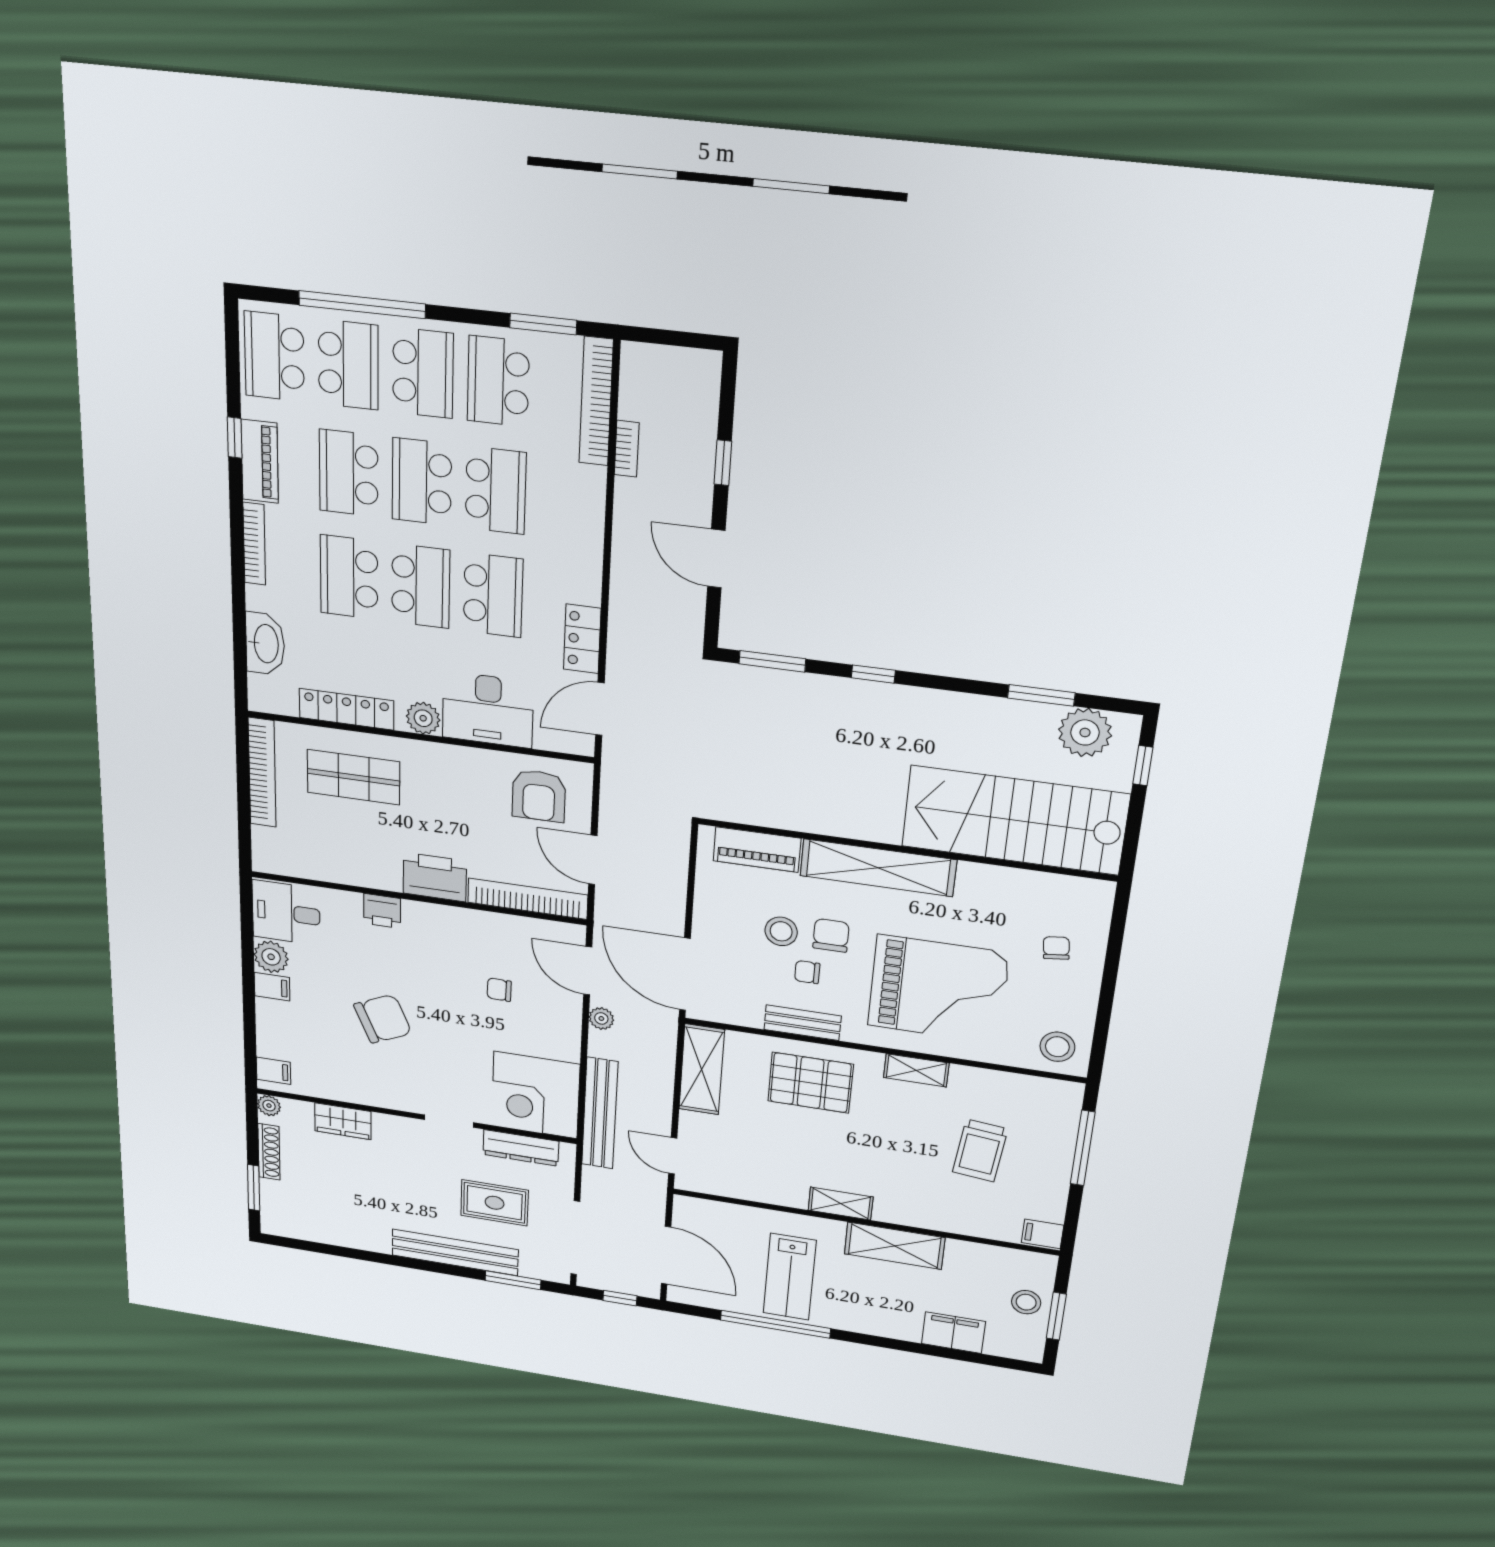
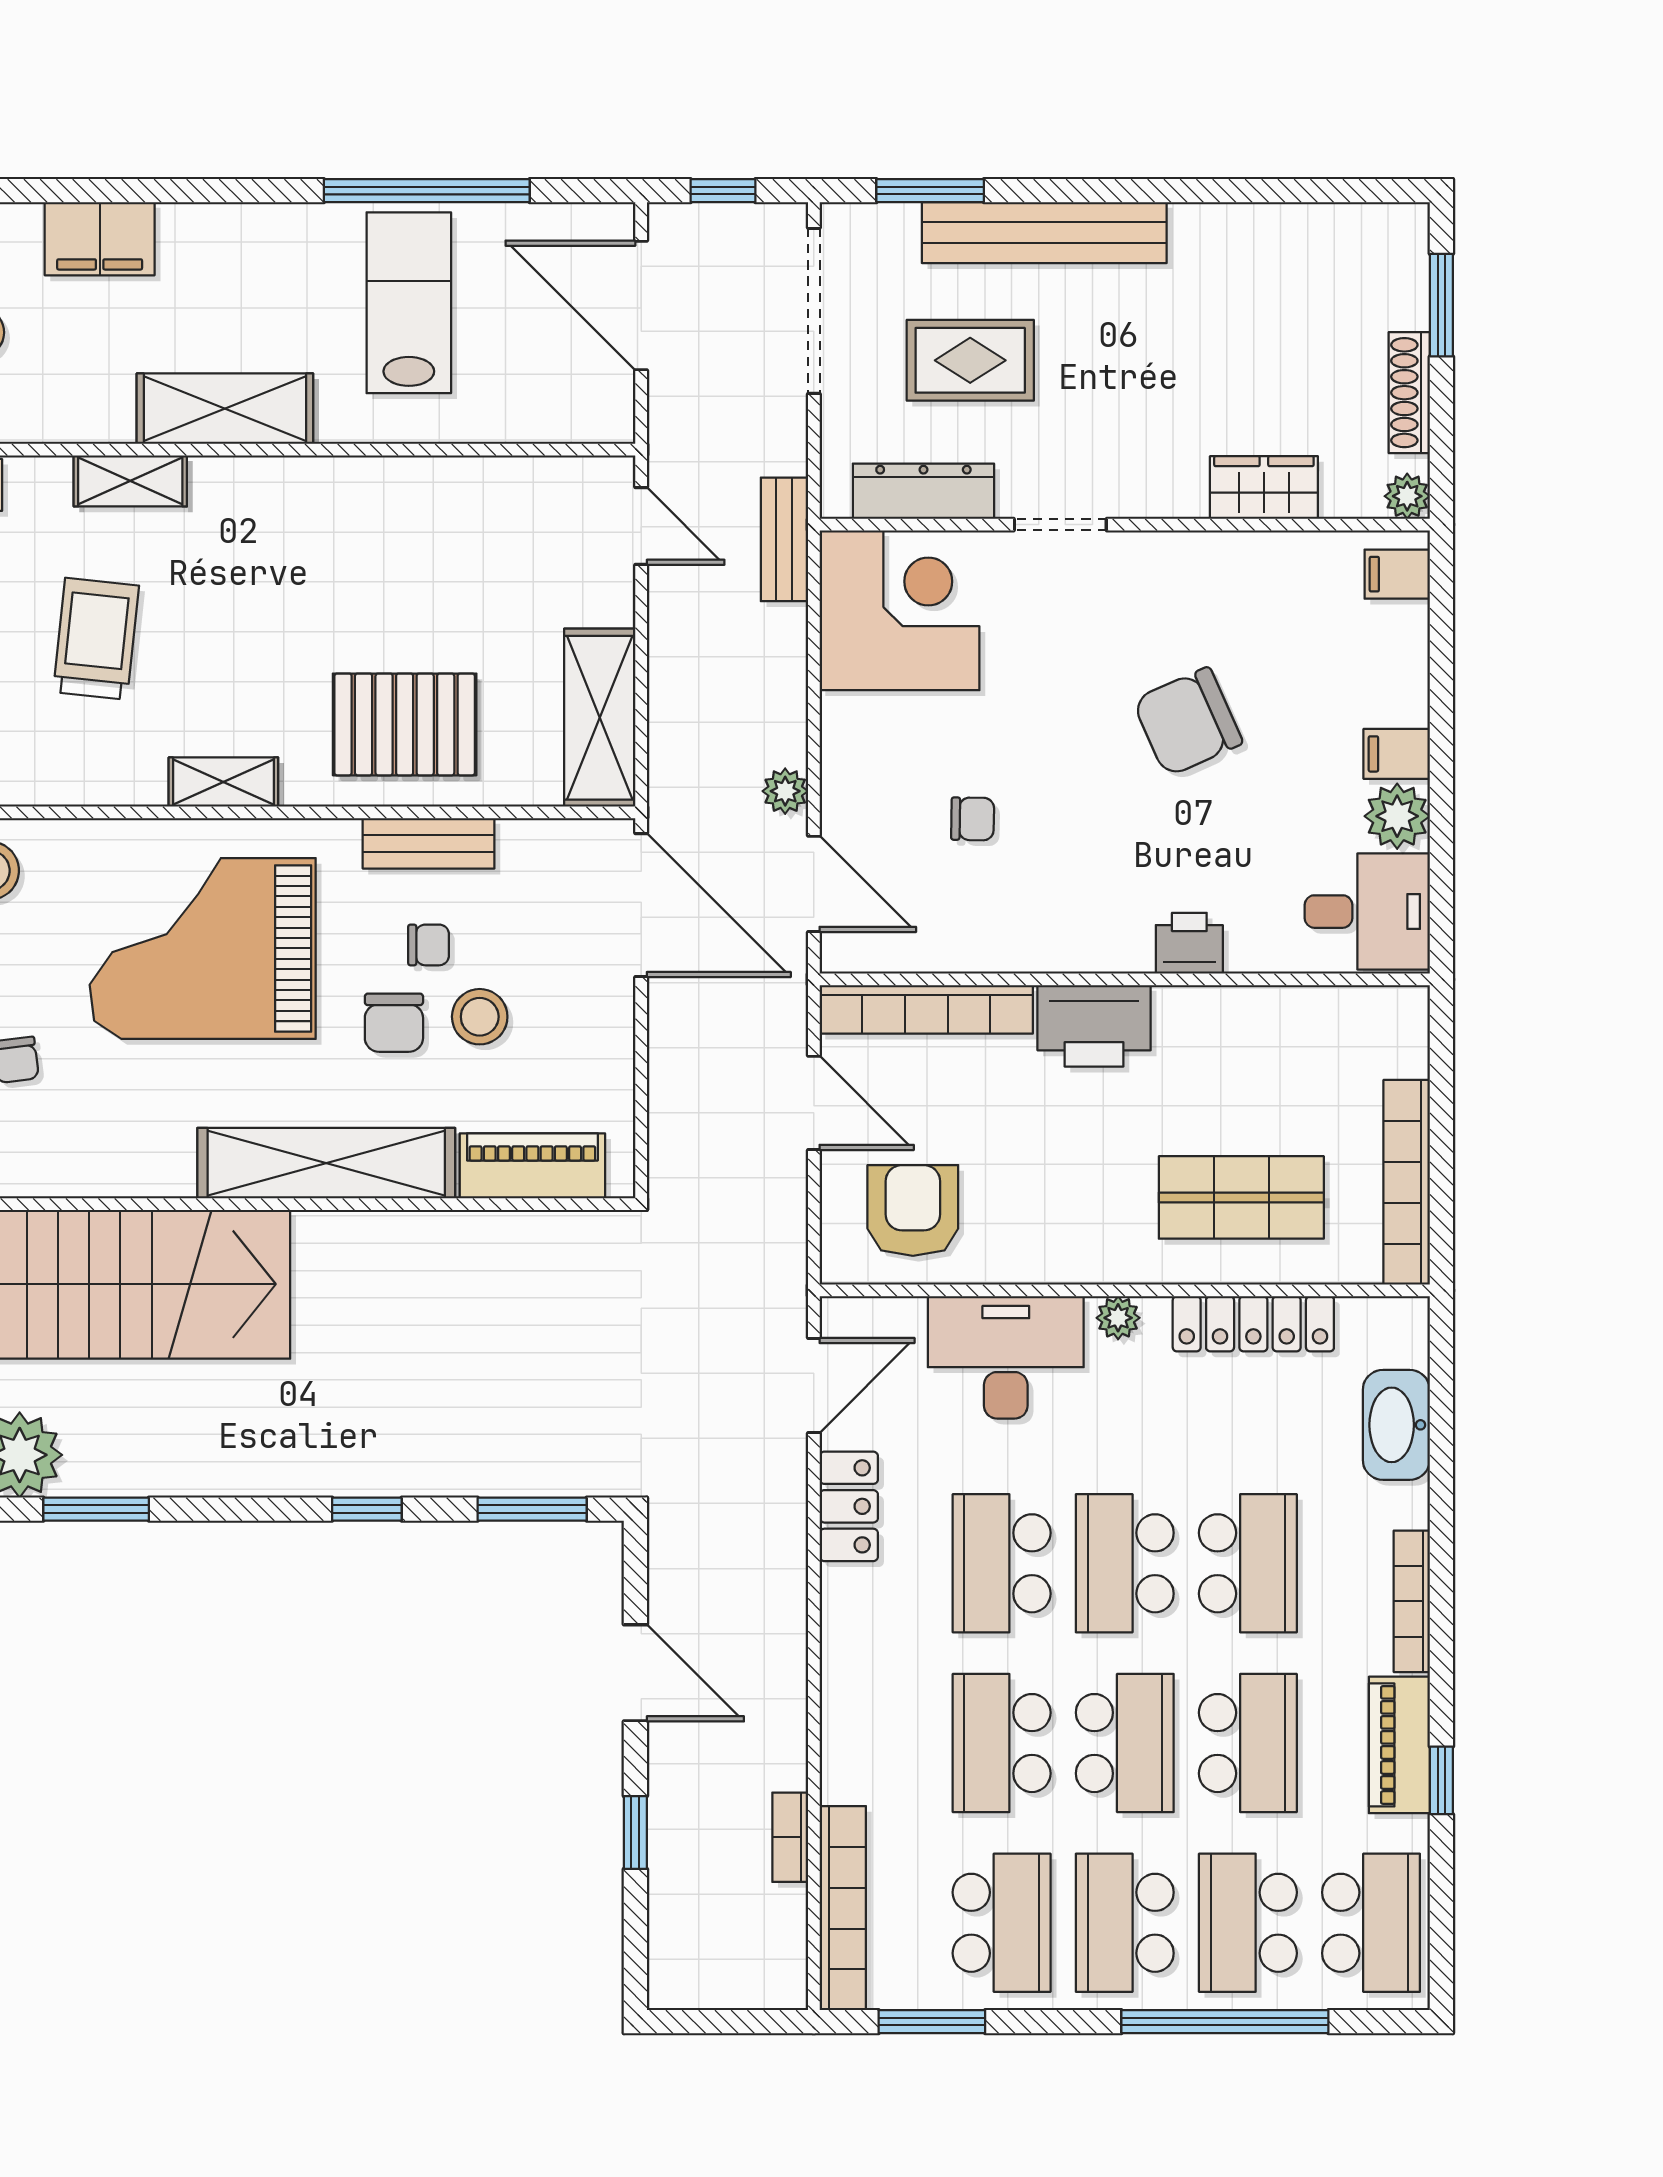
plant: (423, 718) -> (1118, 1318), width x0.73, depth x0.73
bench: (600, 1113) -> (784, 539), width x0.54, depth x0.82
shelving: (841, 1204) -> (130, 481), moved

